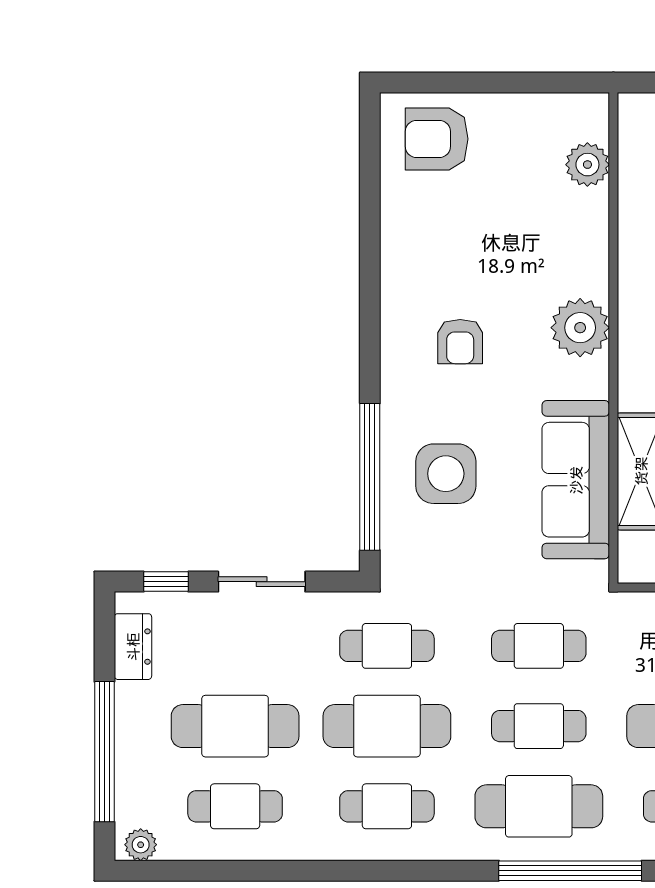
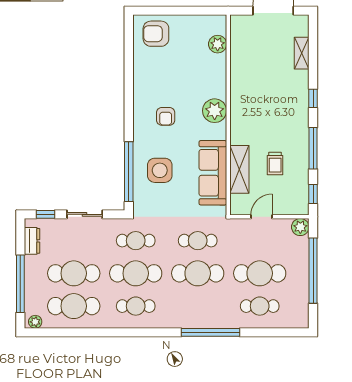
cafe table: (539, 726) -> (198, 273), width x1.37, depth x1.35
cafe table: (235, 806) -> (74, 306), width x1.37, depth x1.35
cafe table: (539, 806) -> (198, 306), removed

